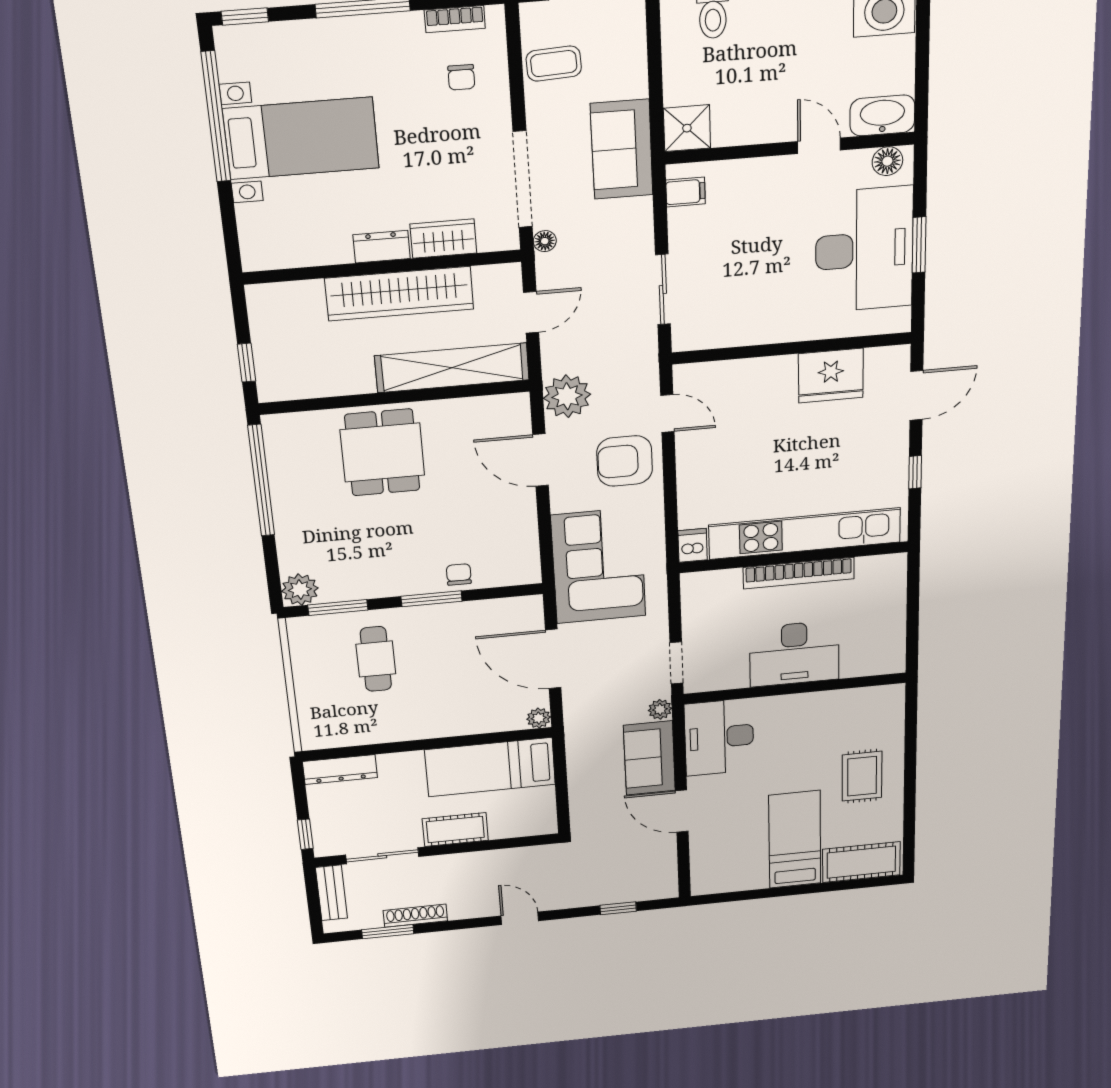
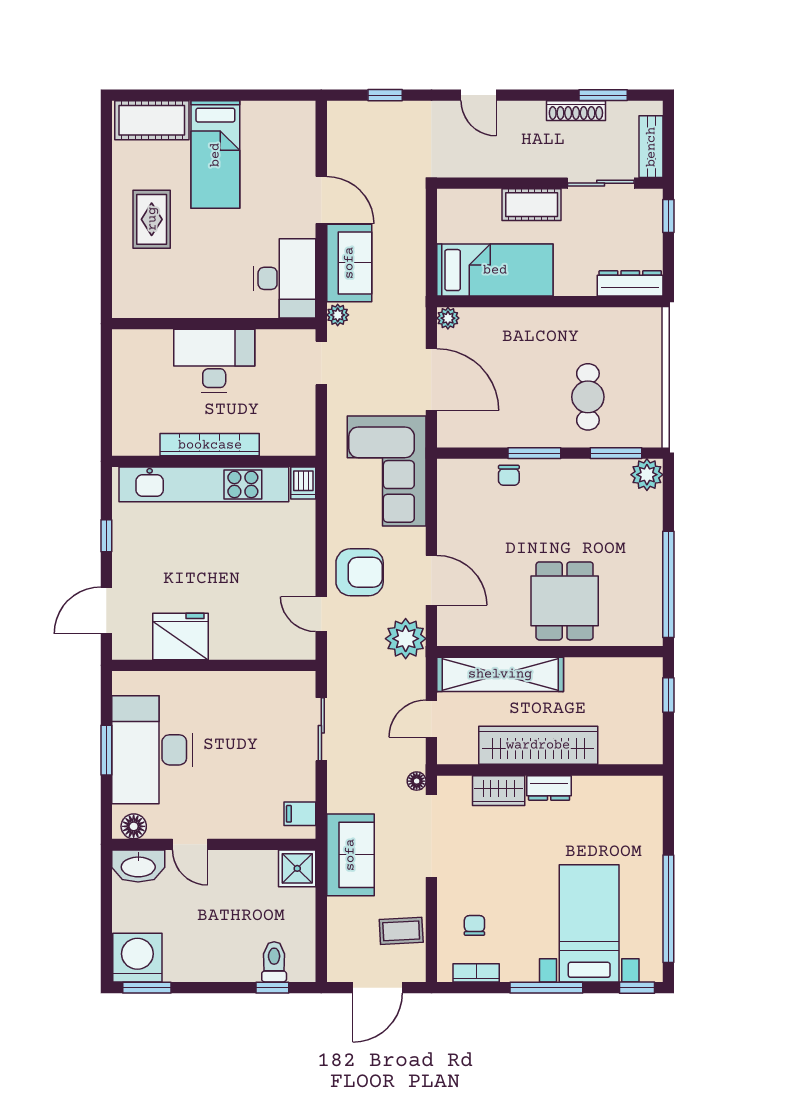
bed with nightstands: (301, 138) -> (589, 923), moved, turned 90

